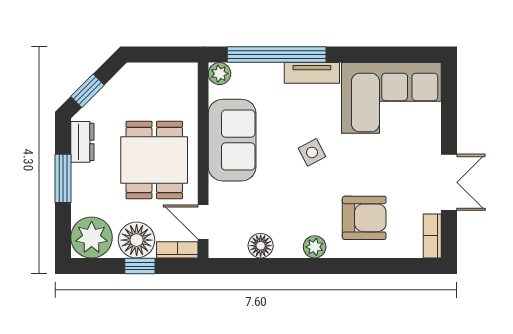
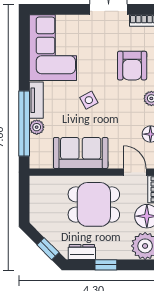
plant: (220, 74) -> (37, 127), moved
window: (63, 178) -> (106, 265), width x0.67
armchair: (364, 218) -> (132, 66), turned 180
door: (203, 222) -> (135, 172), swing flipped

